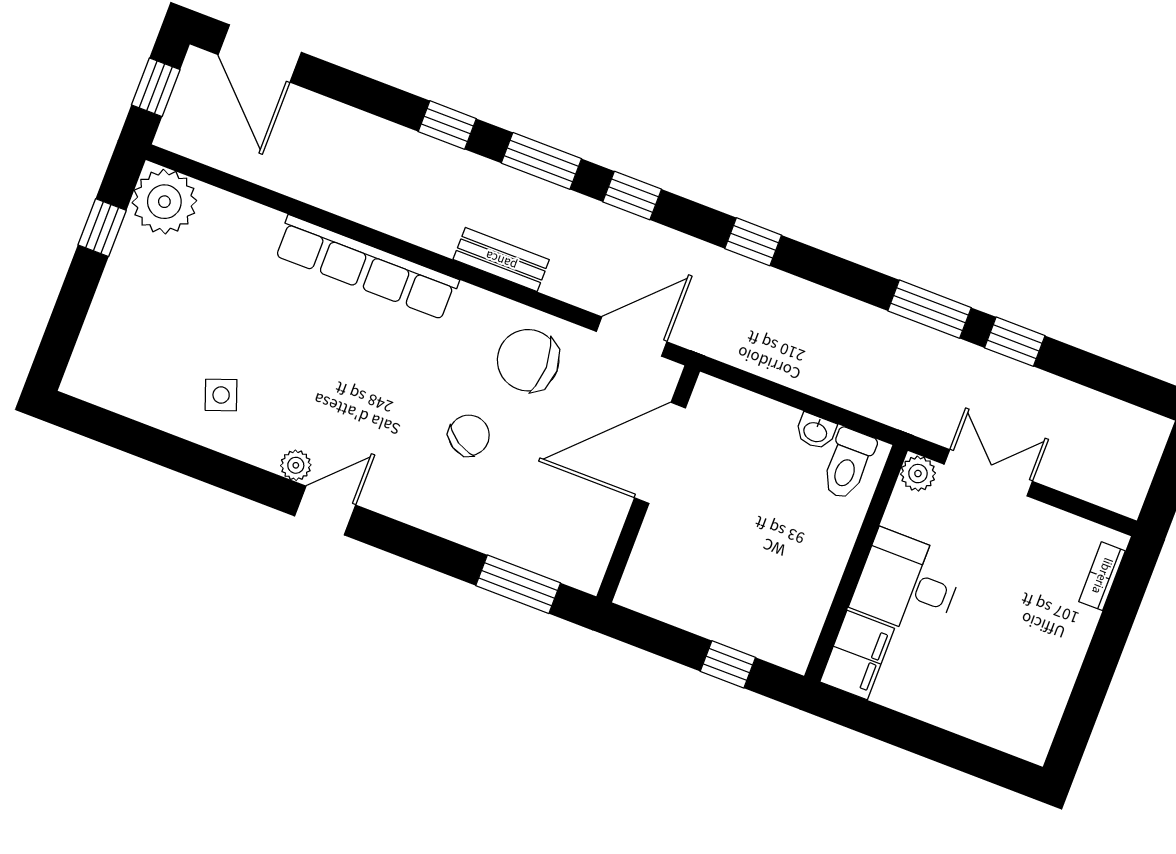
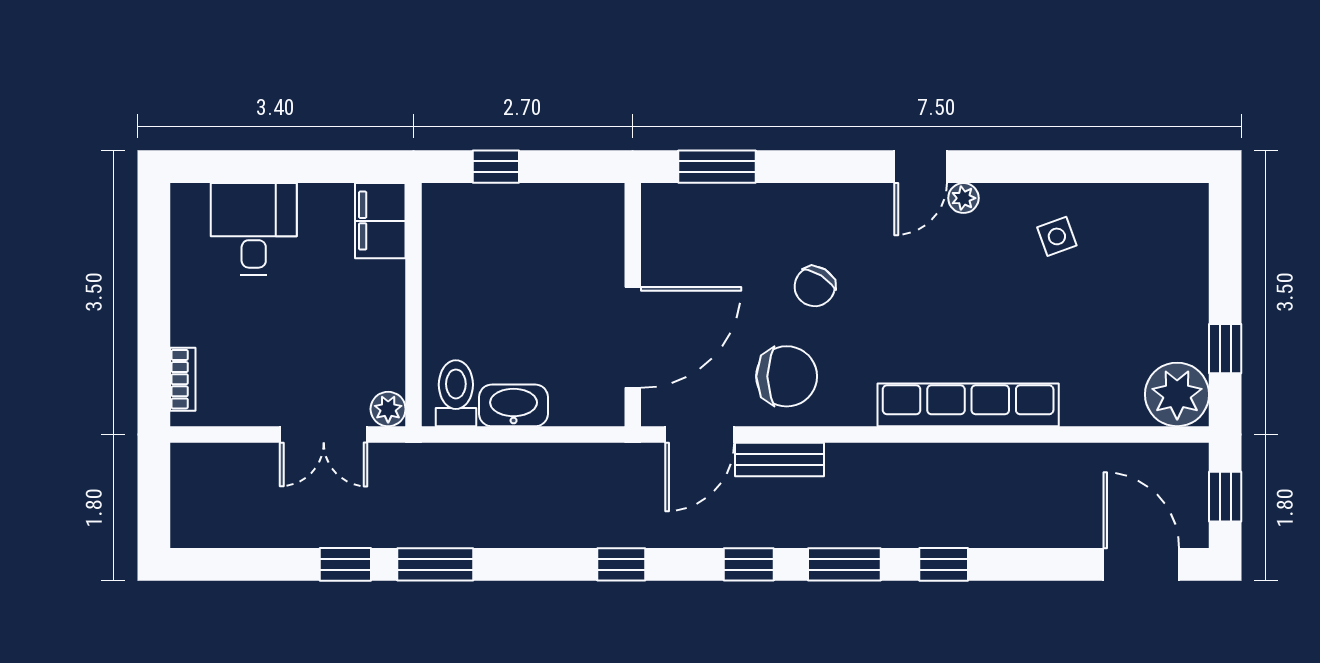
bench: (501, 260) -> (779, 460), moved
washbasin: (816, 431) -> (514, 405), width x1.91, depth x1.45
desk: (907, 583) -> (254, 229), moved, turned -90

